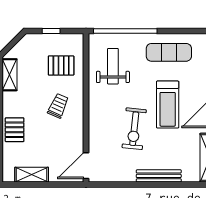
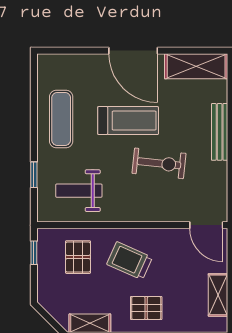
window: (51, 31) -> (34, 253), moved
window: (125, 31) -> (34, 175), width x0.32
trolley: (58, 106) -> (130, 261), width x1.36, depth x1.39
pallet: (15, 130) -> (146, 308), moved

